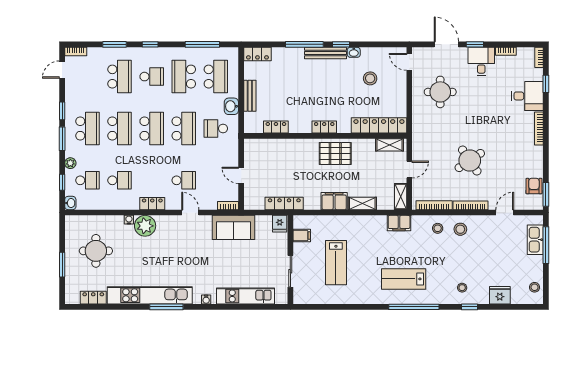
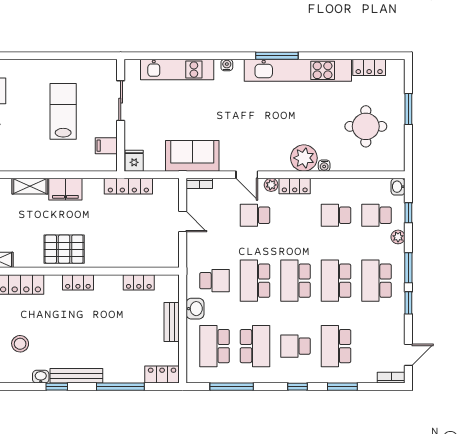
window: (304, 44) -> (120, 387), moved
plant: (171, 204) -> (271, 185), added

